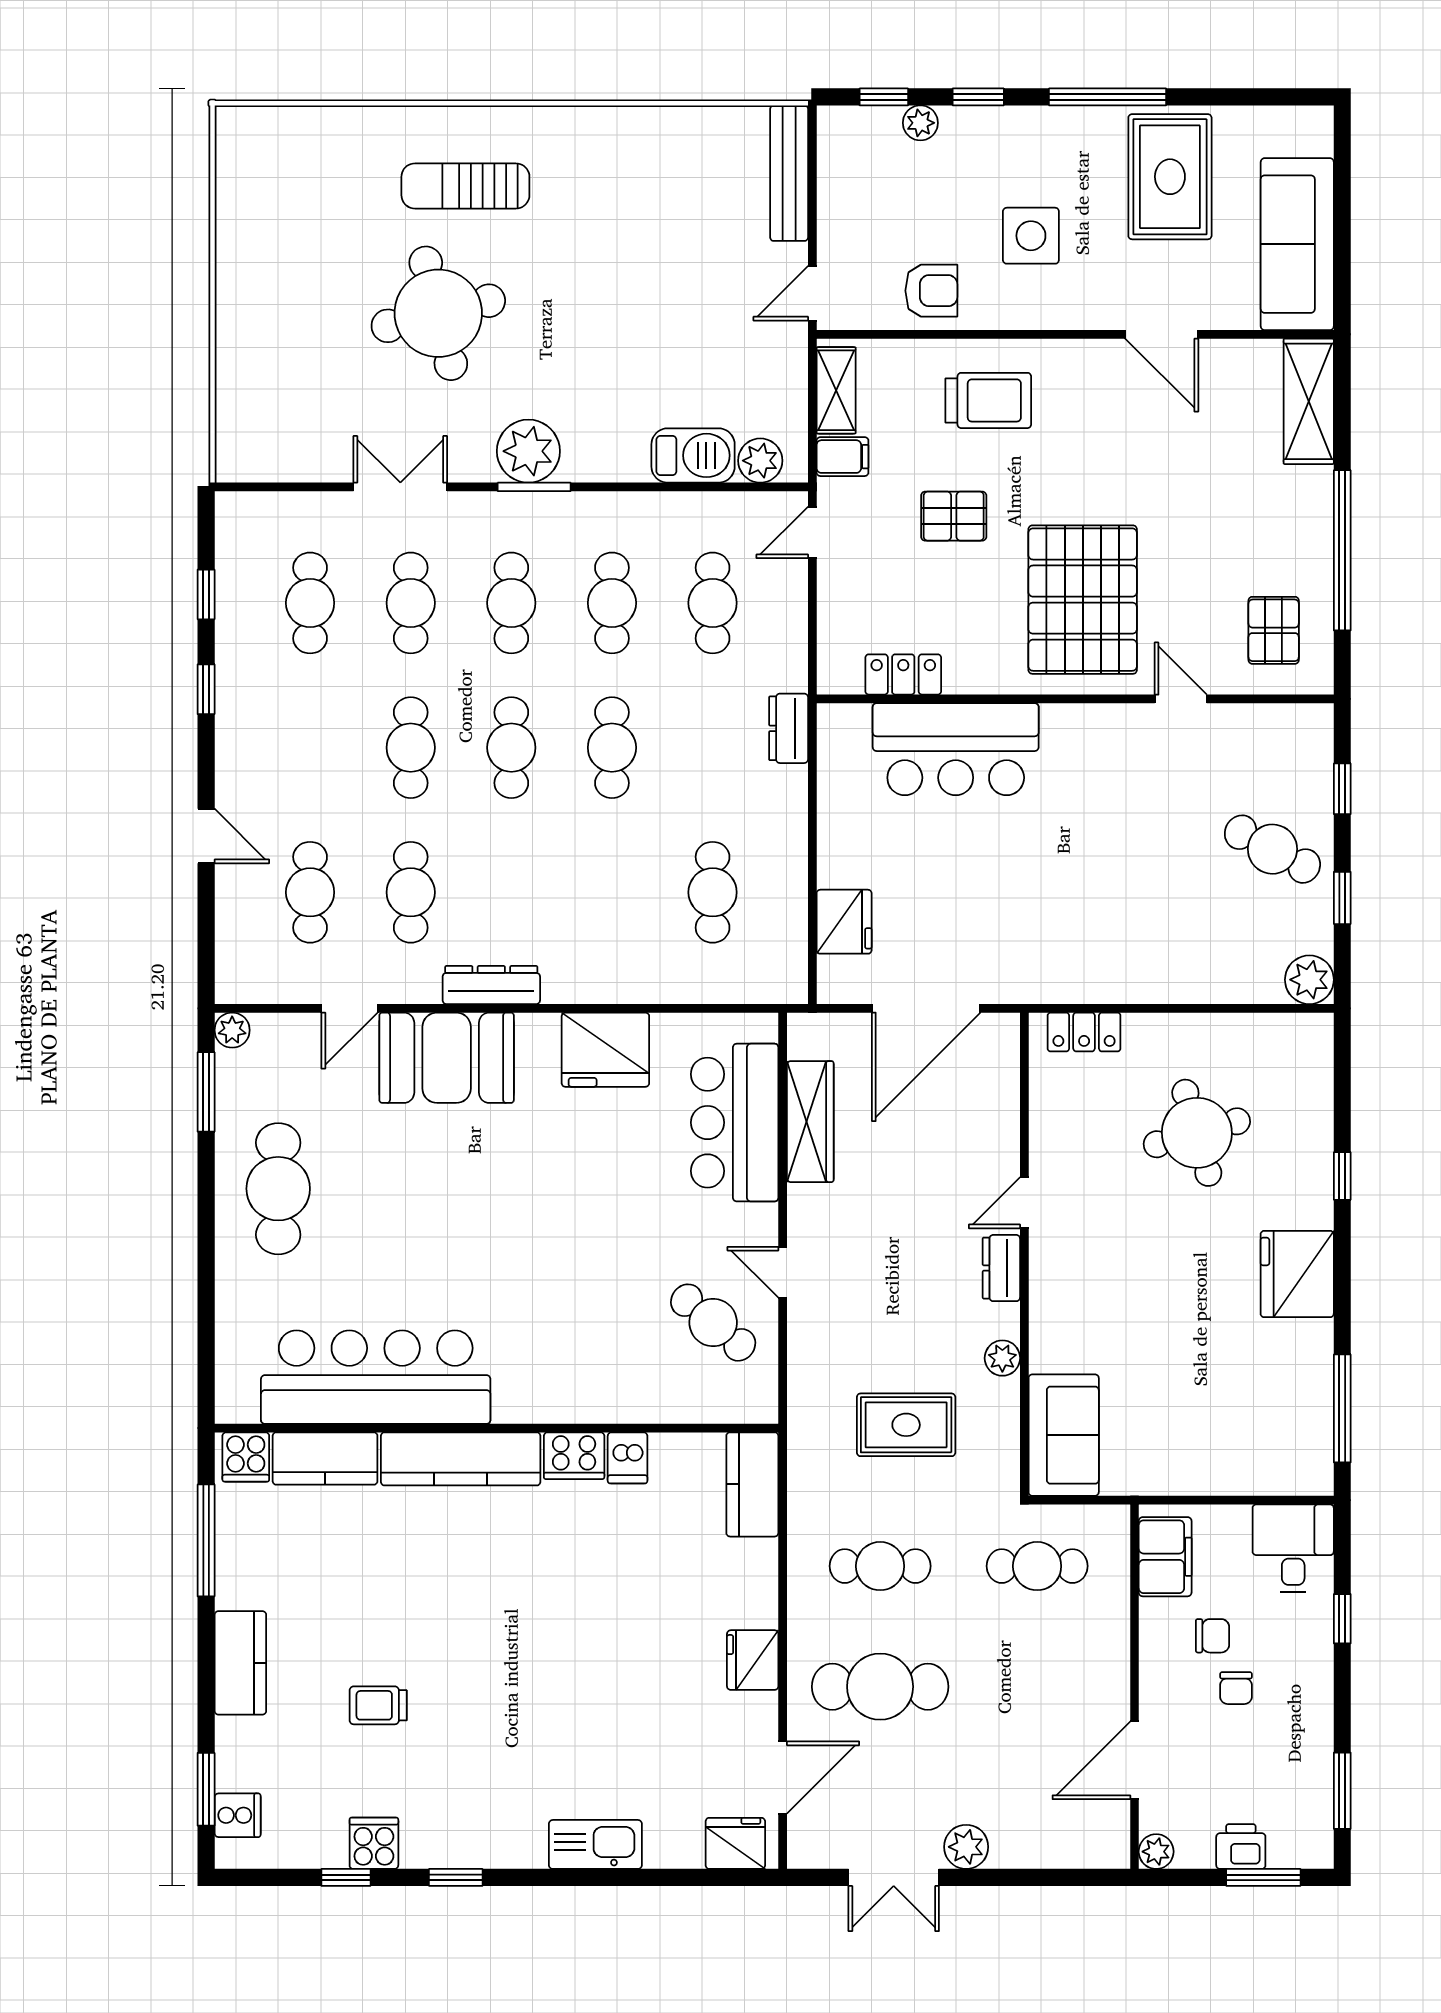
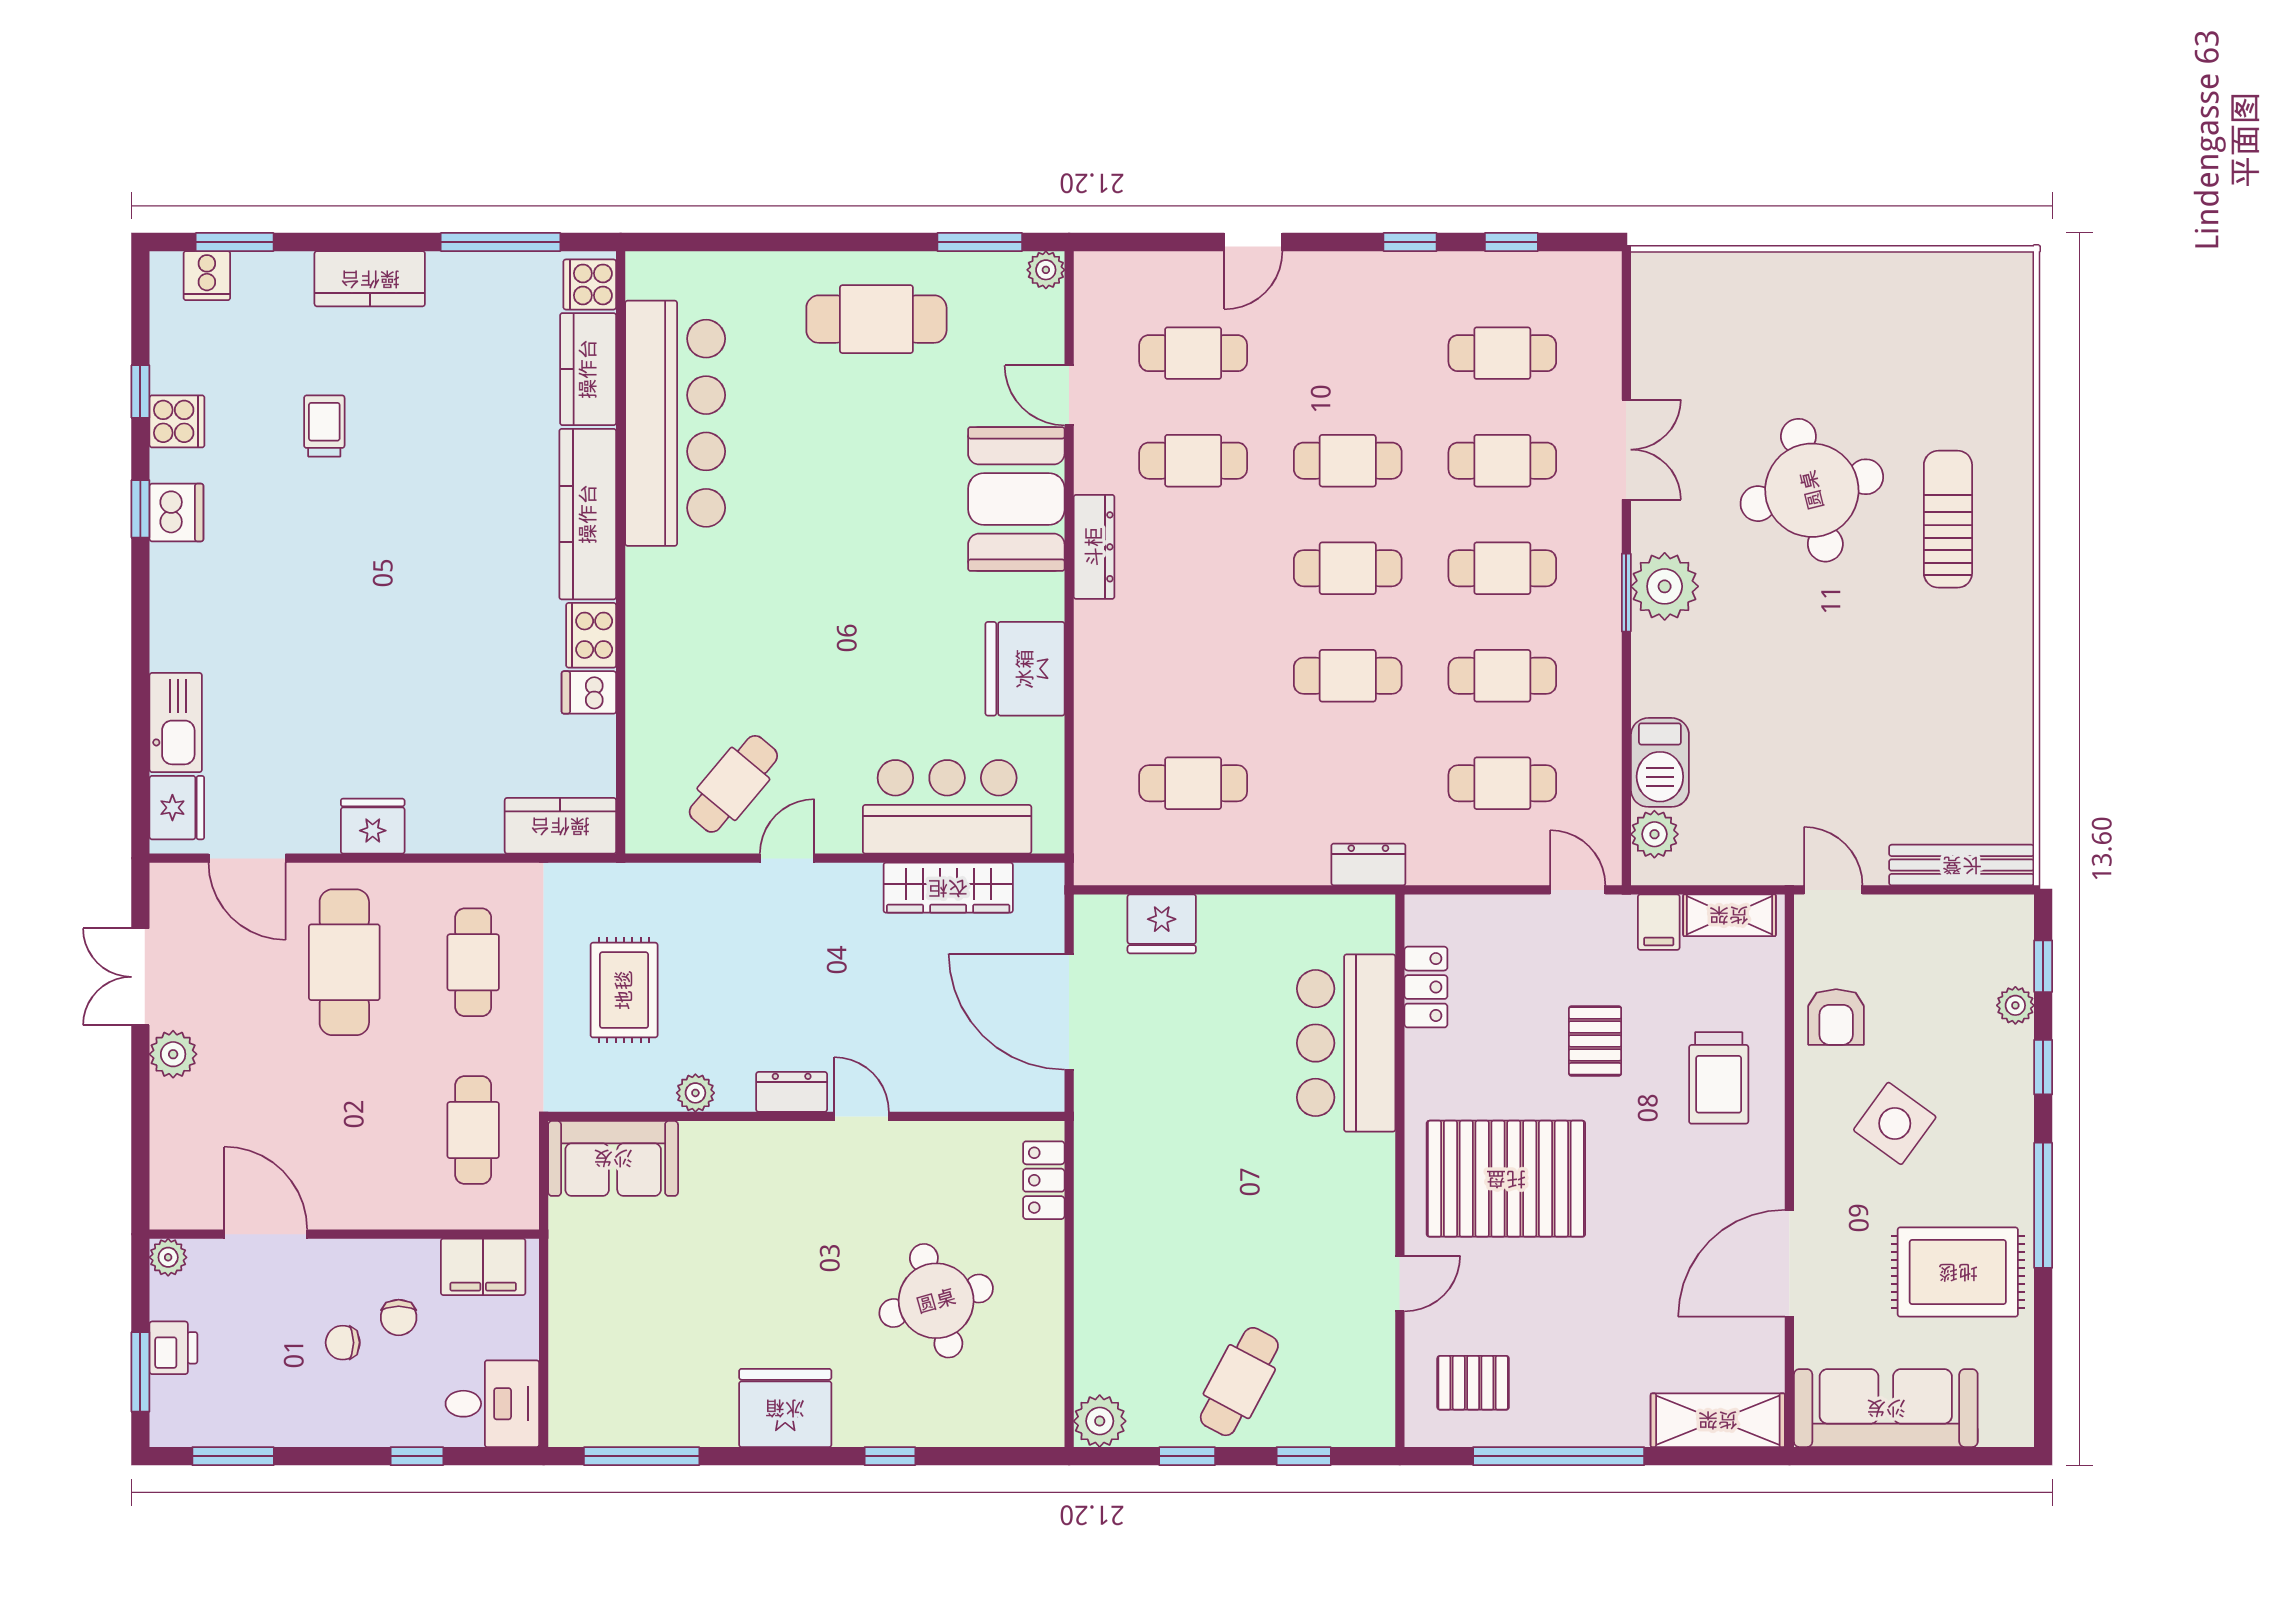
side table: (1031, 236) -> (1895, 1123), turned 36
door: (1162, 334) -> (1789, 1263), width x1.36
dishwasher: (459, 1844) -> (176, 512), added
kitchen sink: (595, 1844) -> (176, 723), moved

